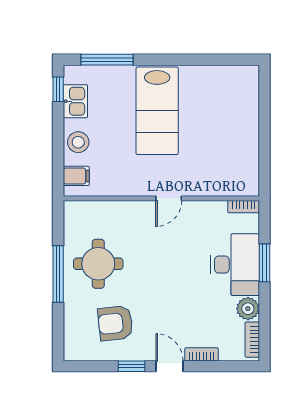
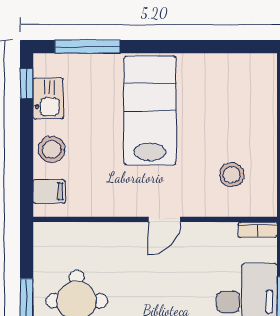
lab bench: (157, 111) -> (150, 110), turned 180
stool: (223, 163) -> (232, 175), added

